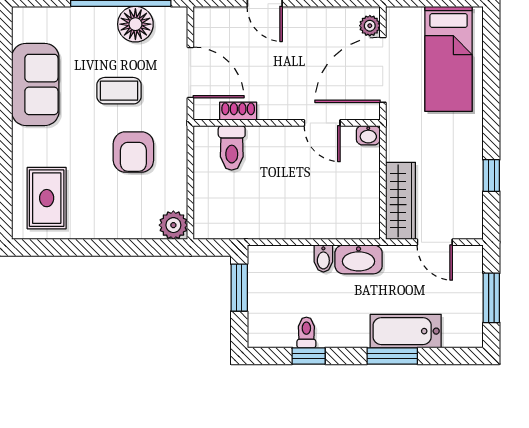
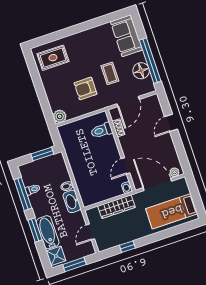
sofa: (35, 84) -> (126, 36), moved, turned 90
wardrobe: (400, 201) -> (116, 207), moved
shower: (461, 330) -> (56, 256), added
window: (309, 356) -> (23, 194), width x2.17

